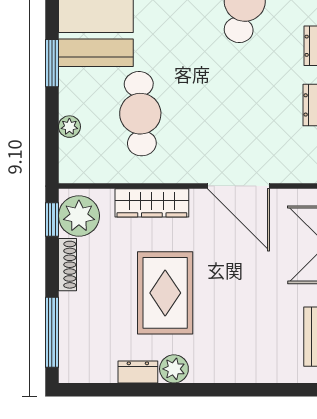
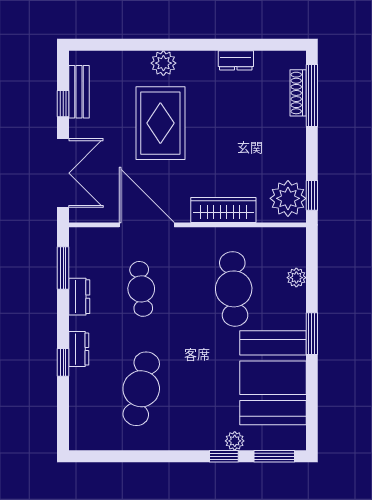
cafe table: (245, 114) -> (141, 289), added
shoe rack: (67, 265) -> (298, 93), moved
rug: (165, 293) -> (160, 123), moved
plant: (174, 369) -> (163, 63), moved

